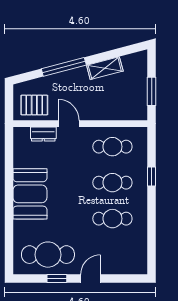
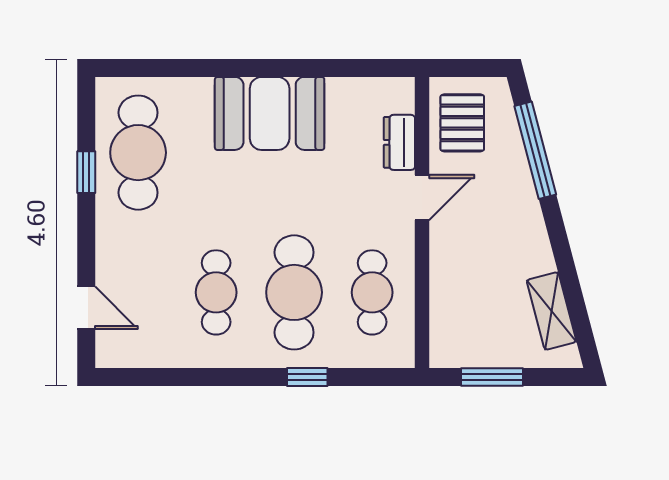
window: (64, 67) -> (535, 150), moved
shelving: (105, 68) -> (551, 311), moved
cafe table: (112, 183) -> (294, 292), width x1.37, depth x1.35
door: (91, 278) -> (86, 308), moved

